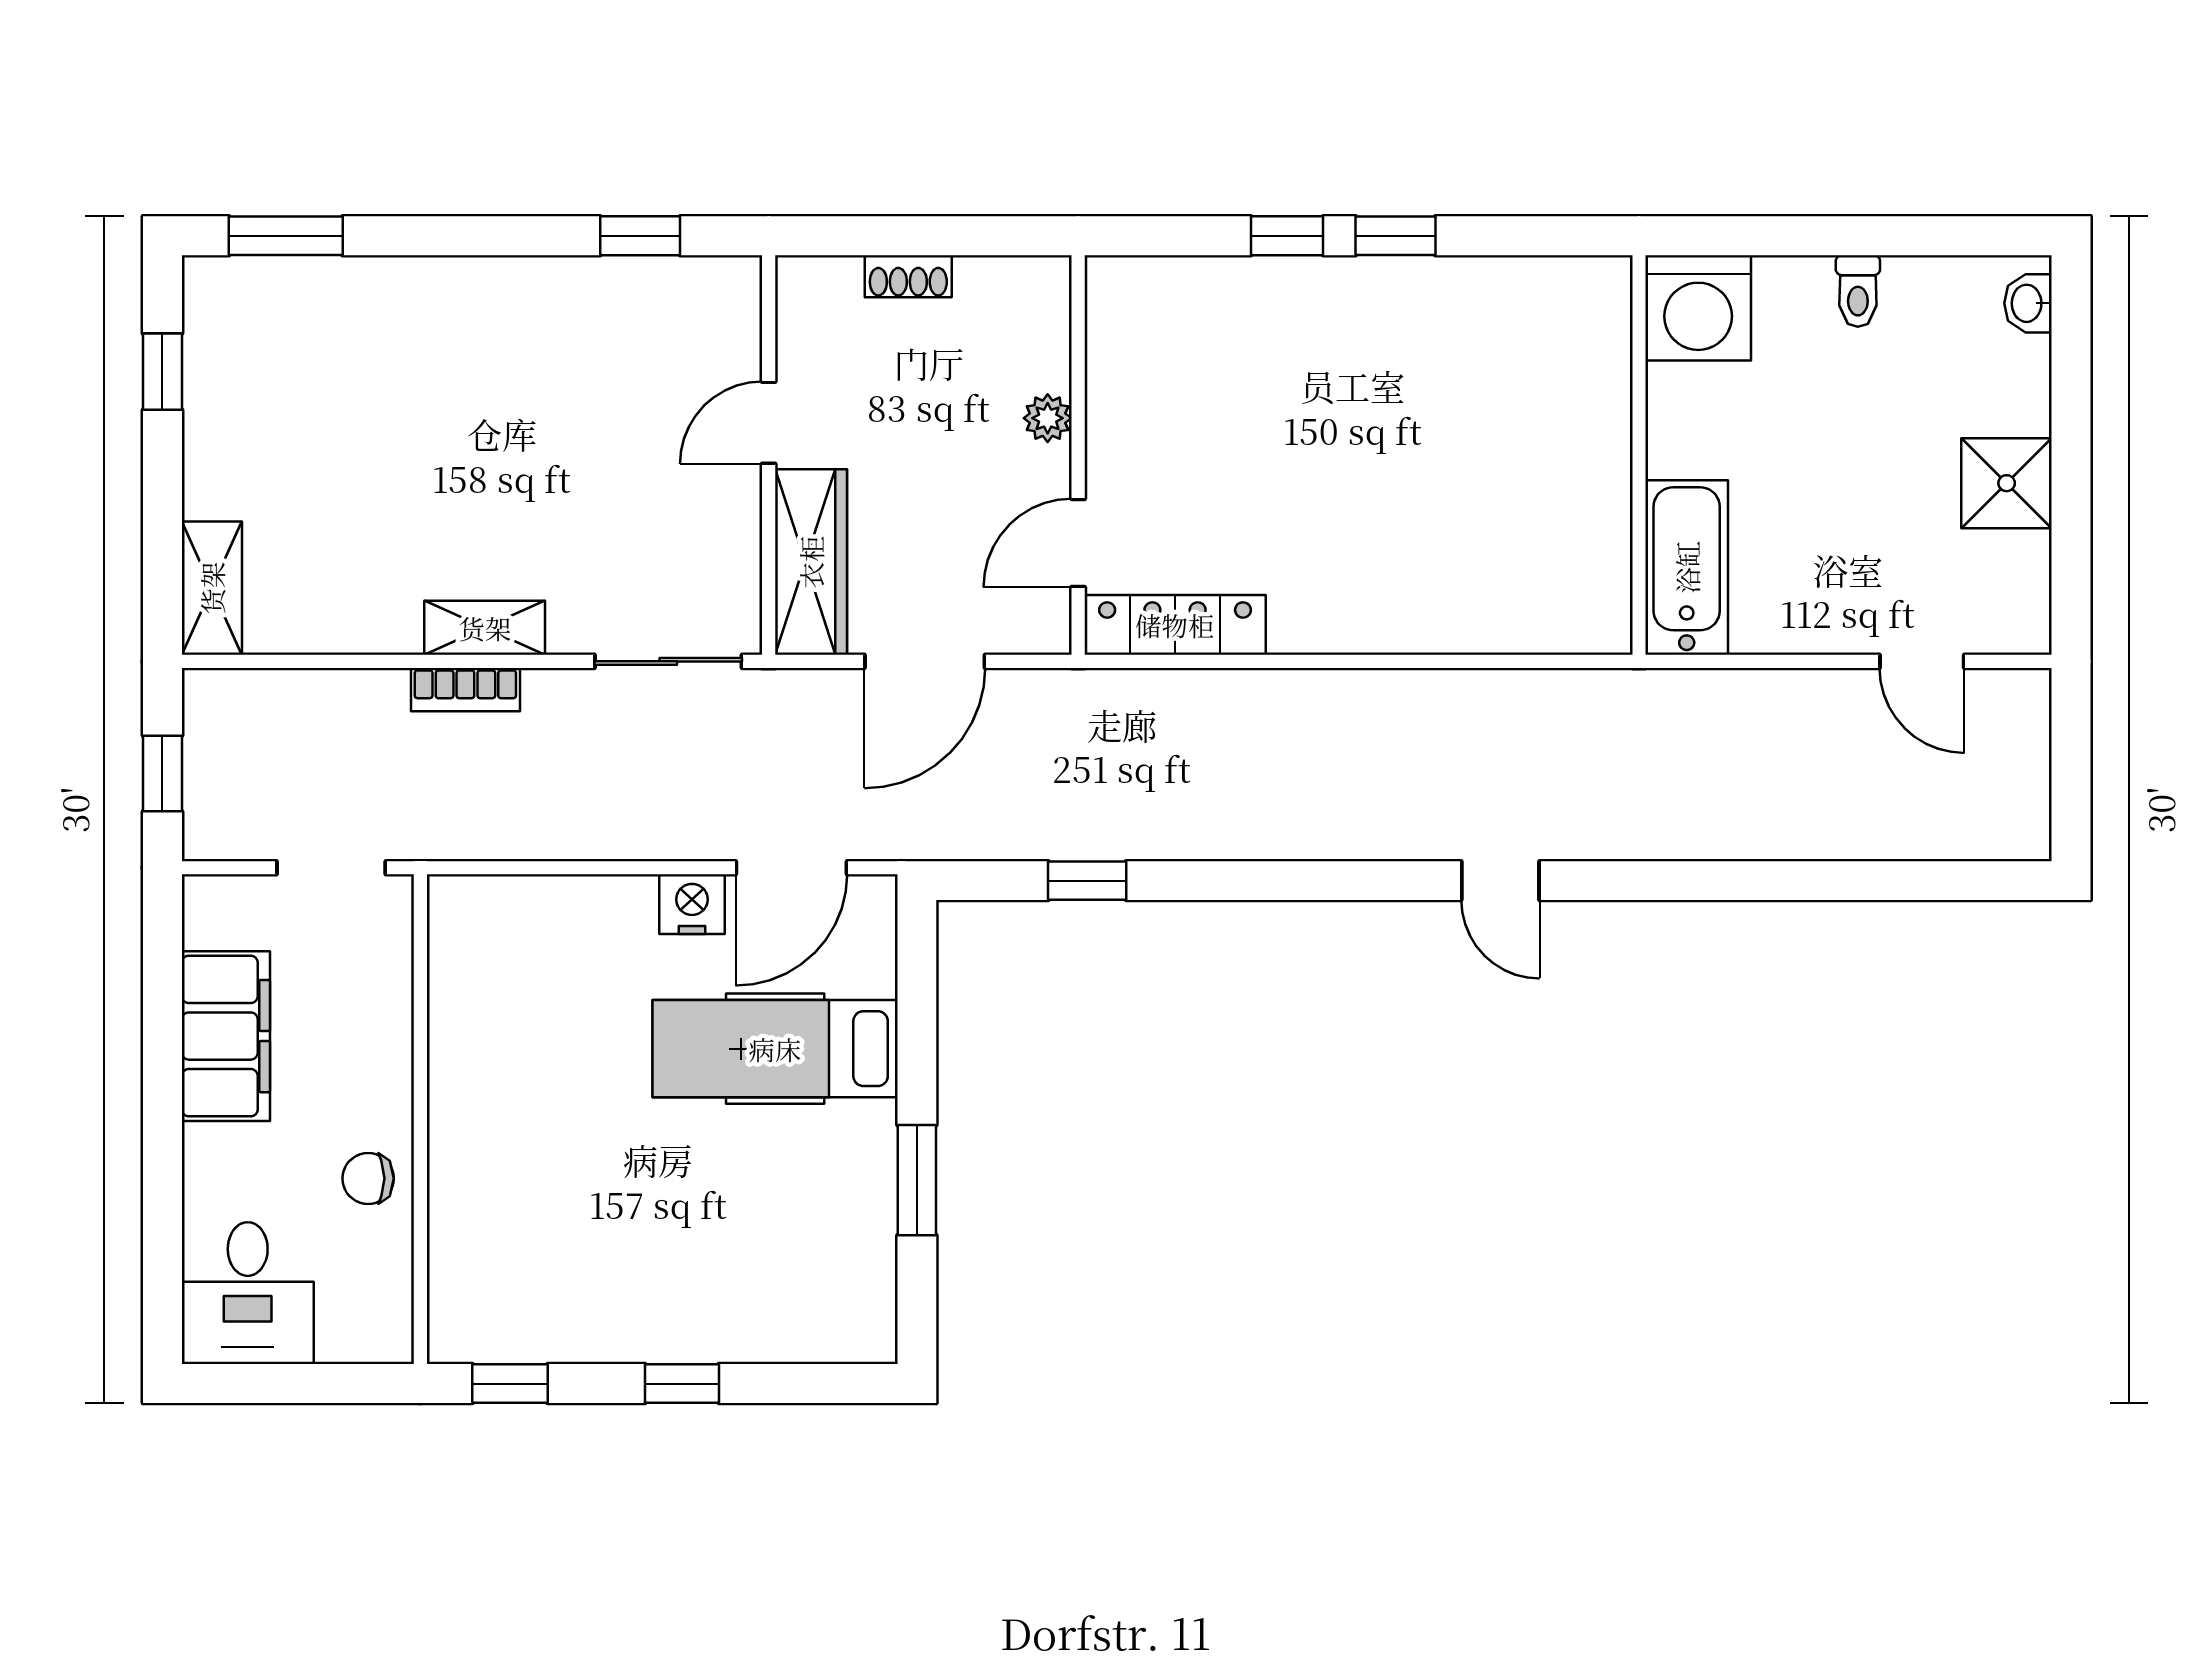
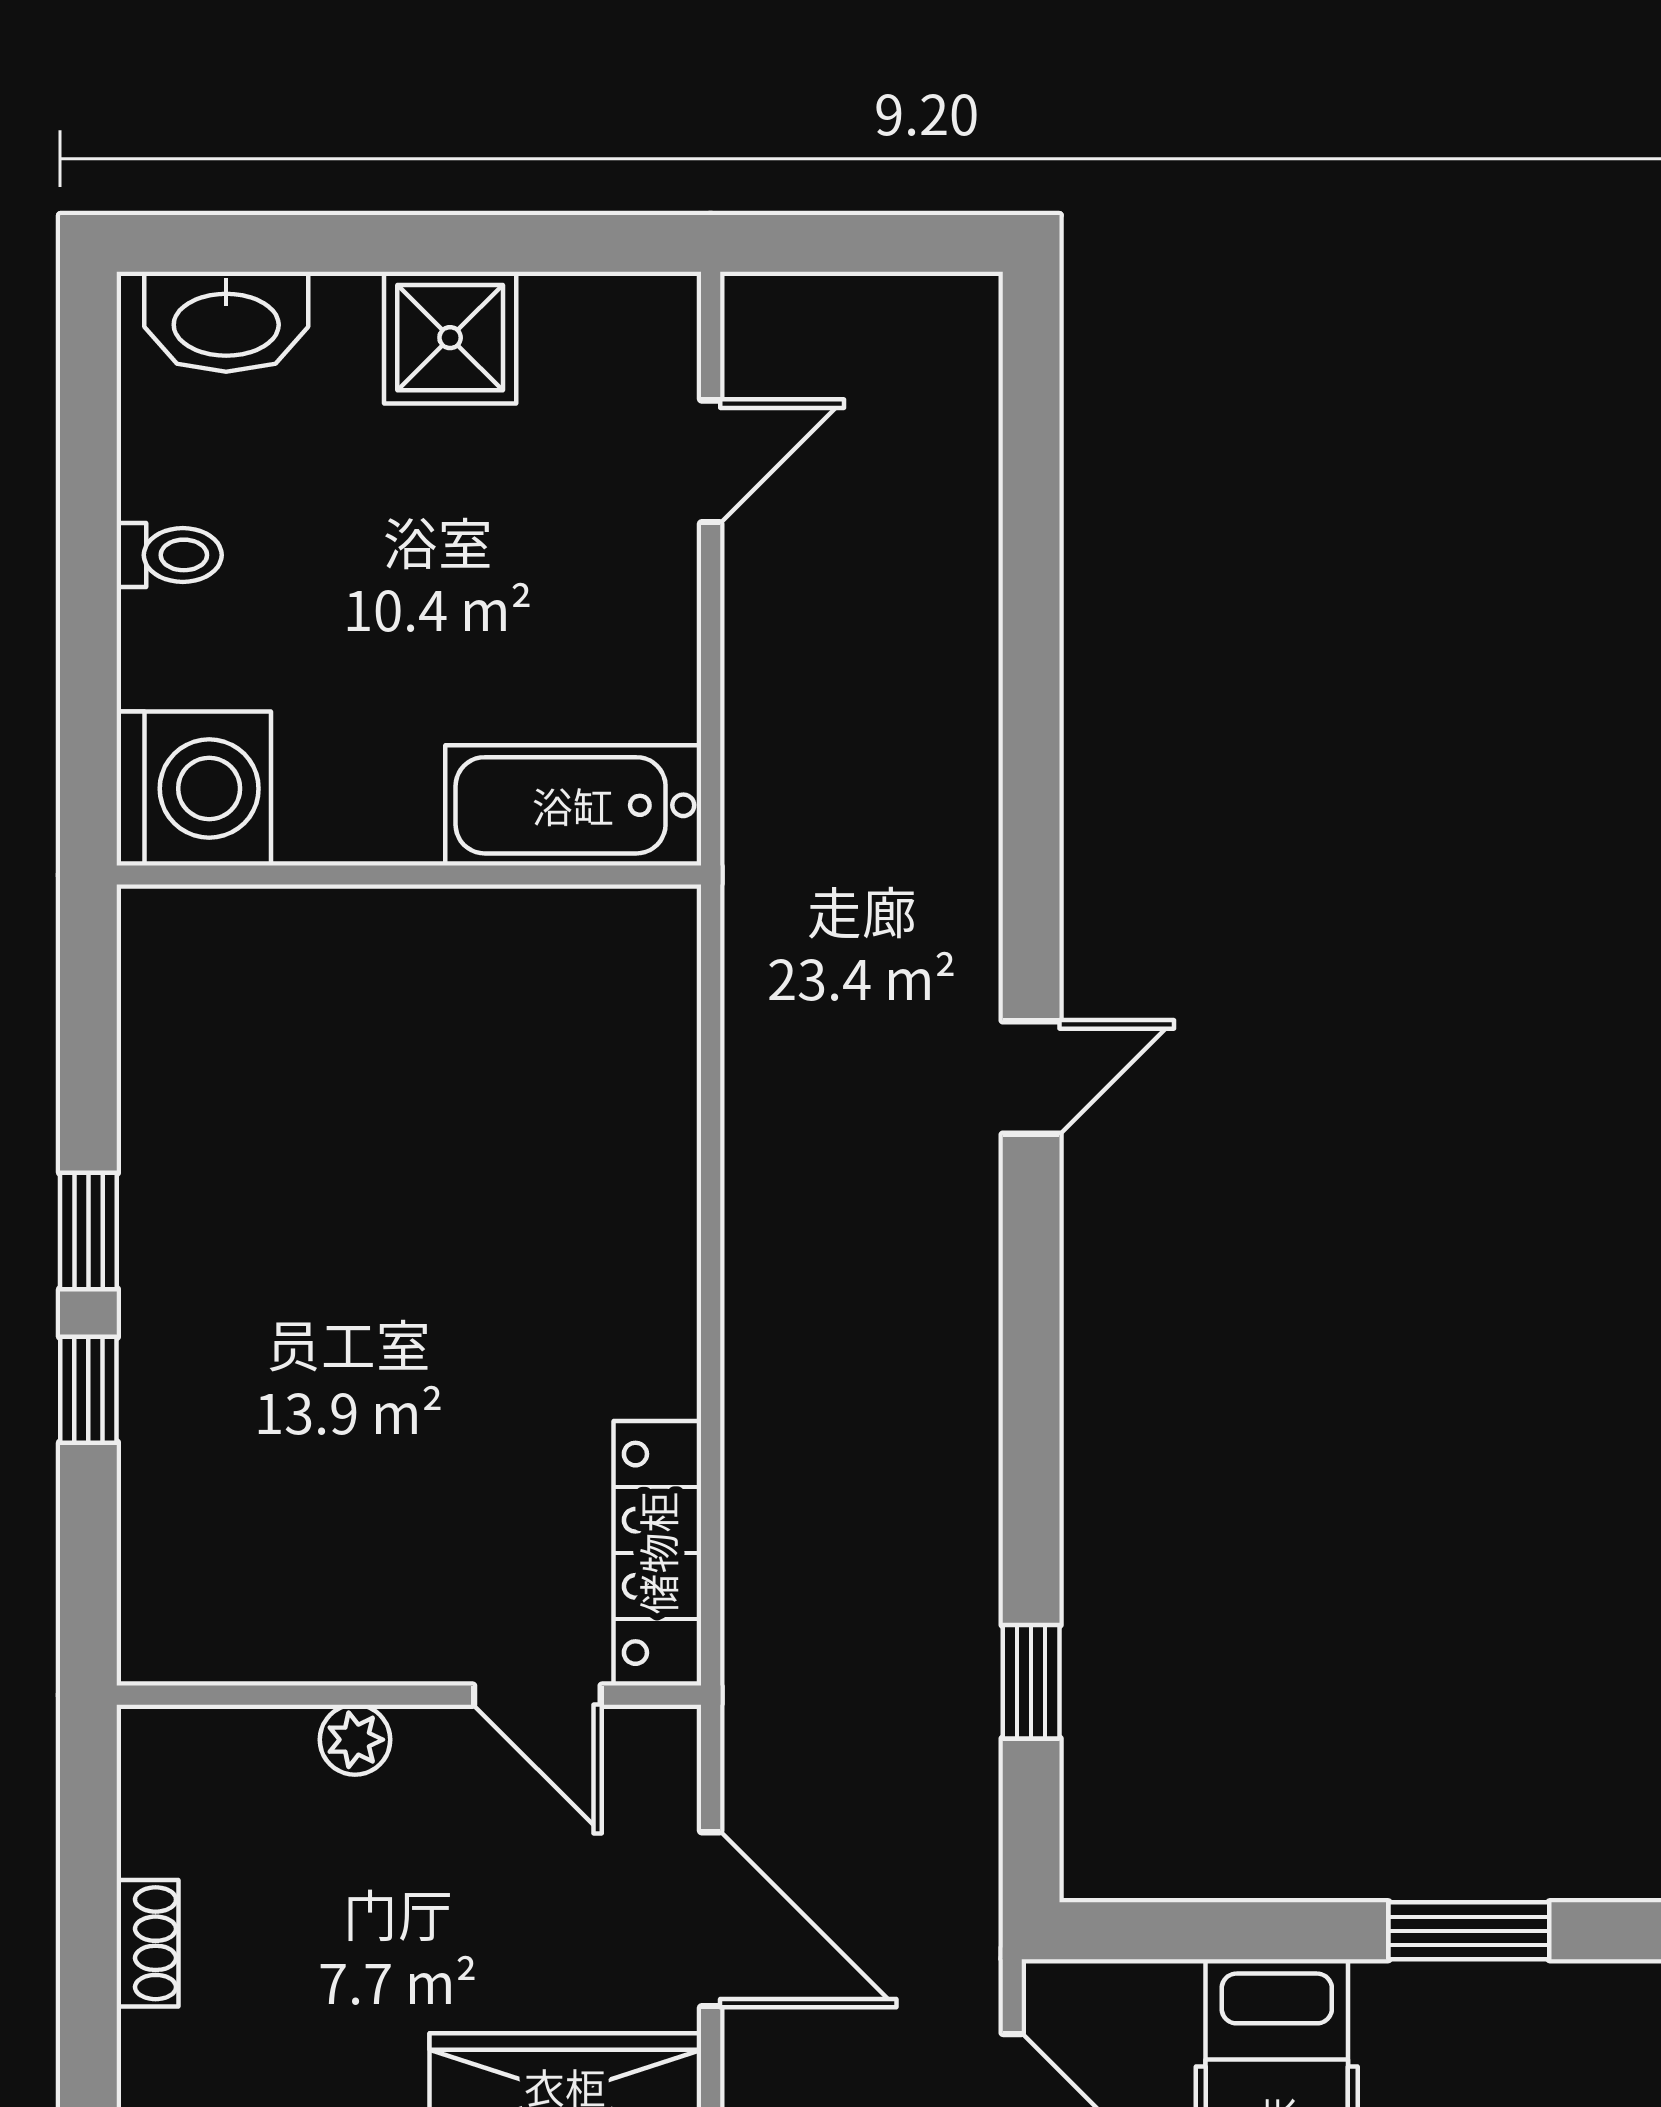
washbasin: (2028, 303) -> (226, 322), width x1.91, depth x1.45

